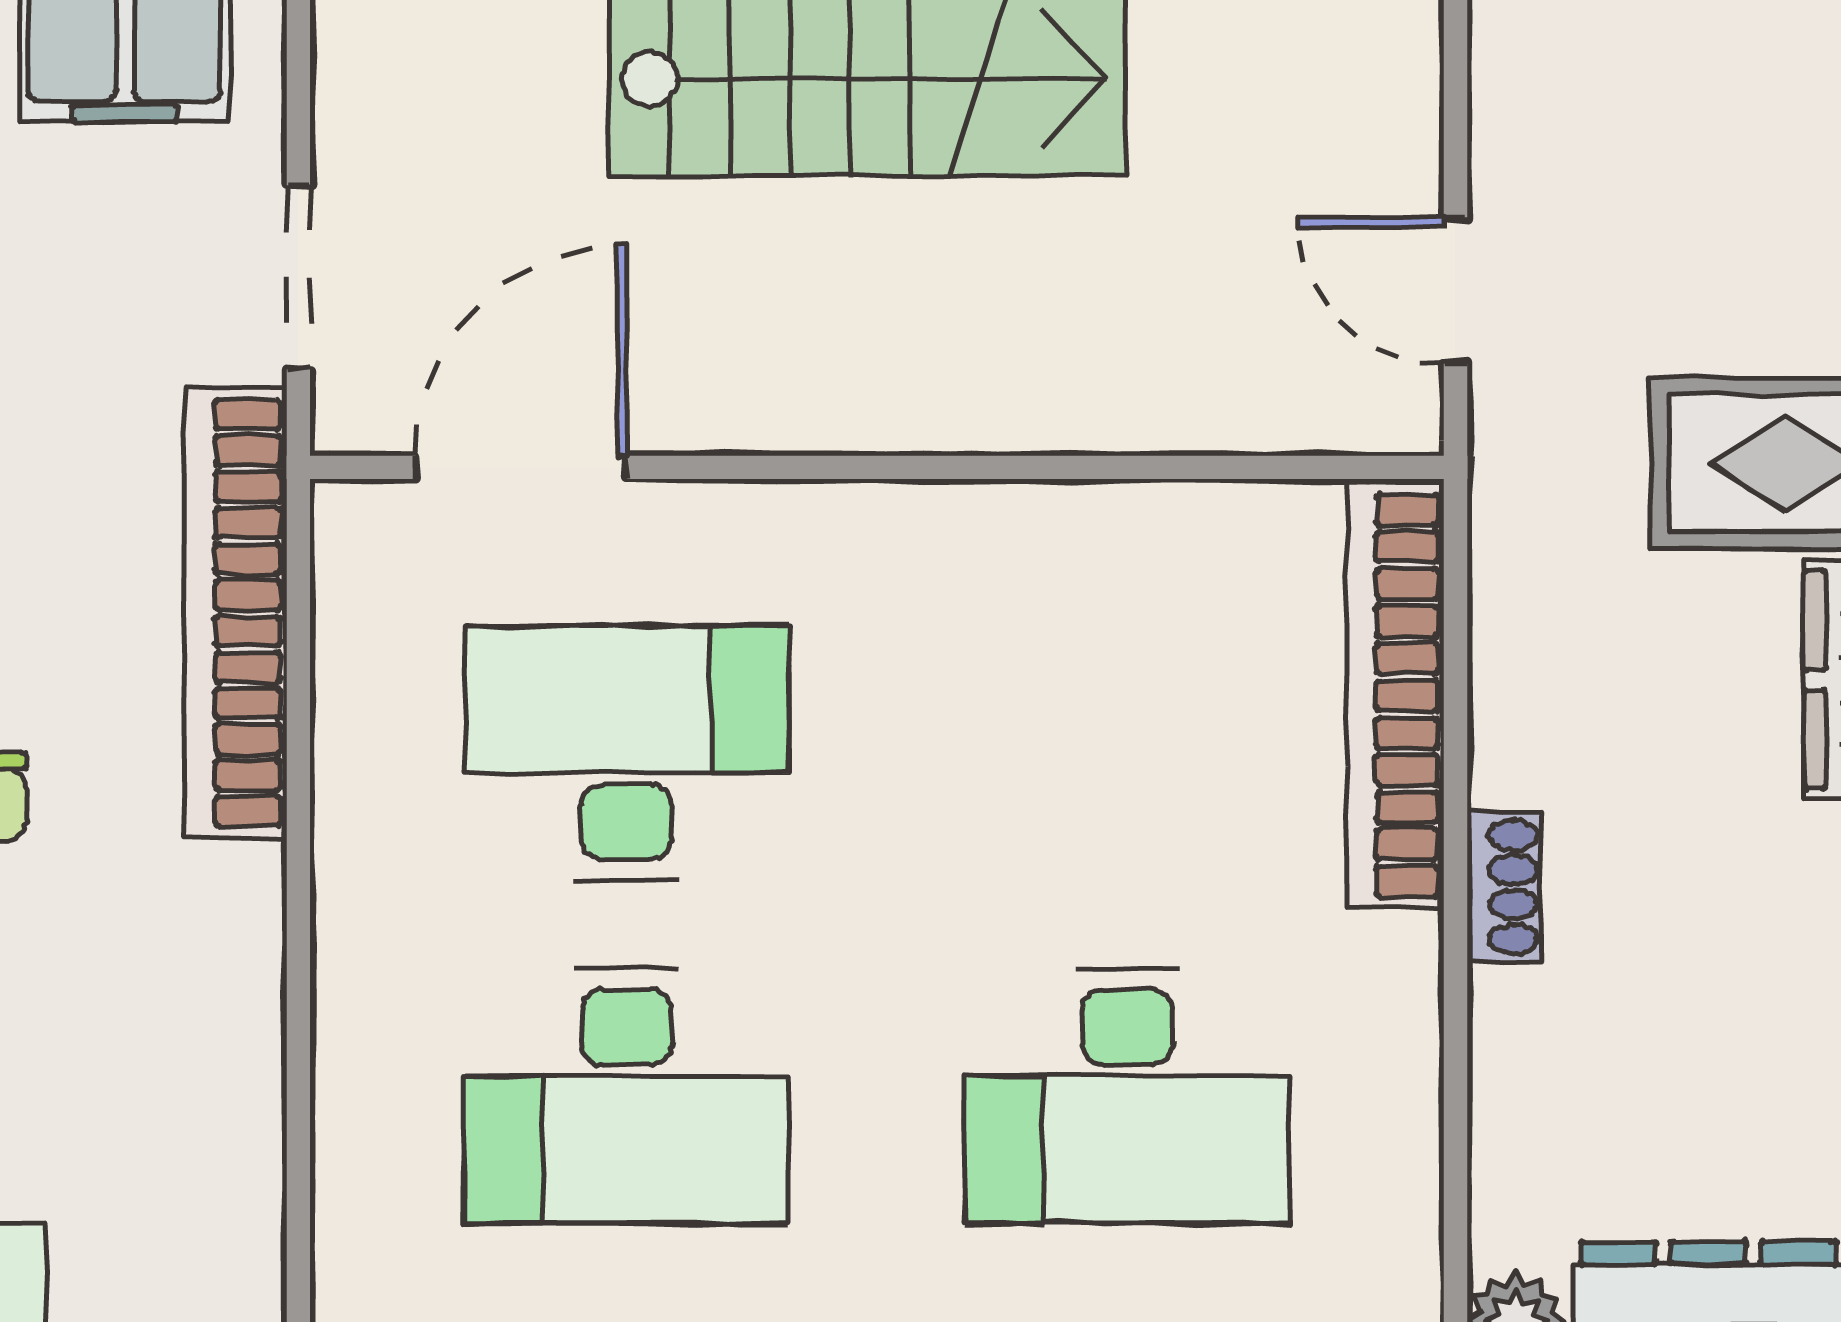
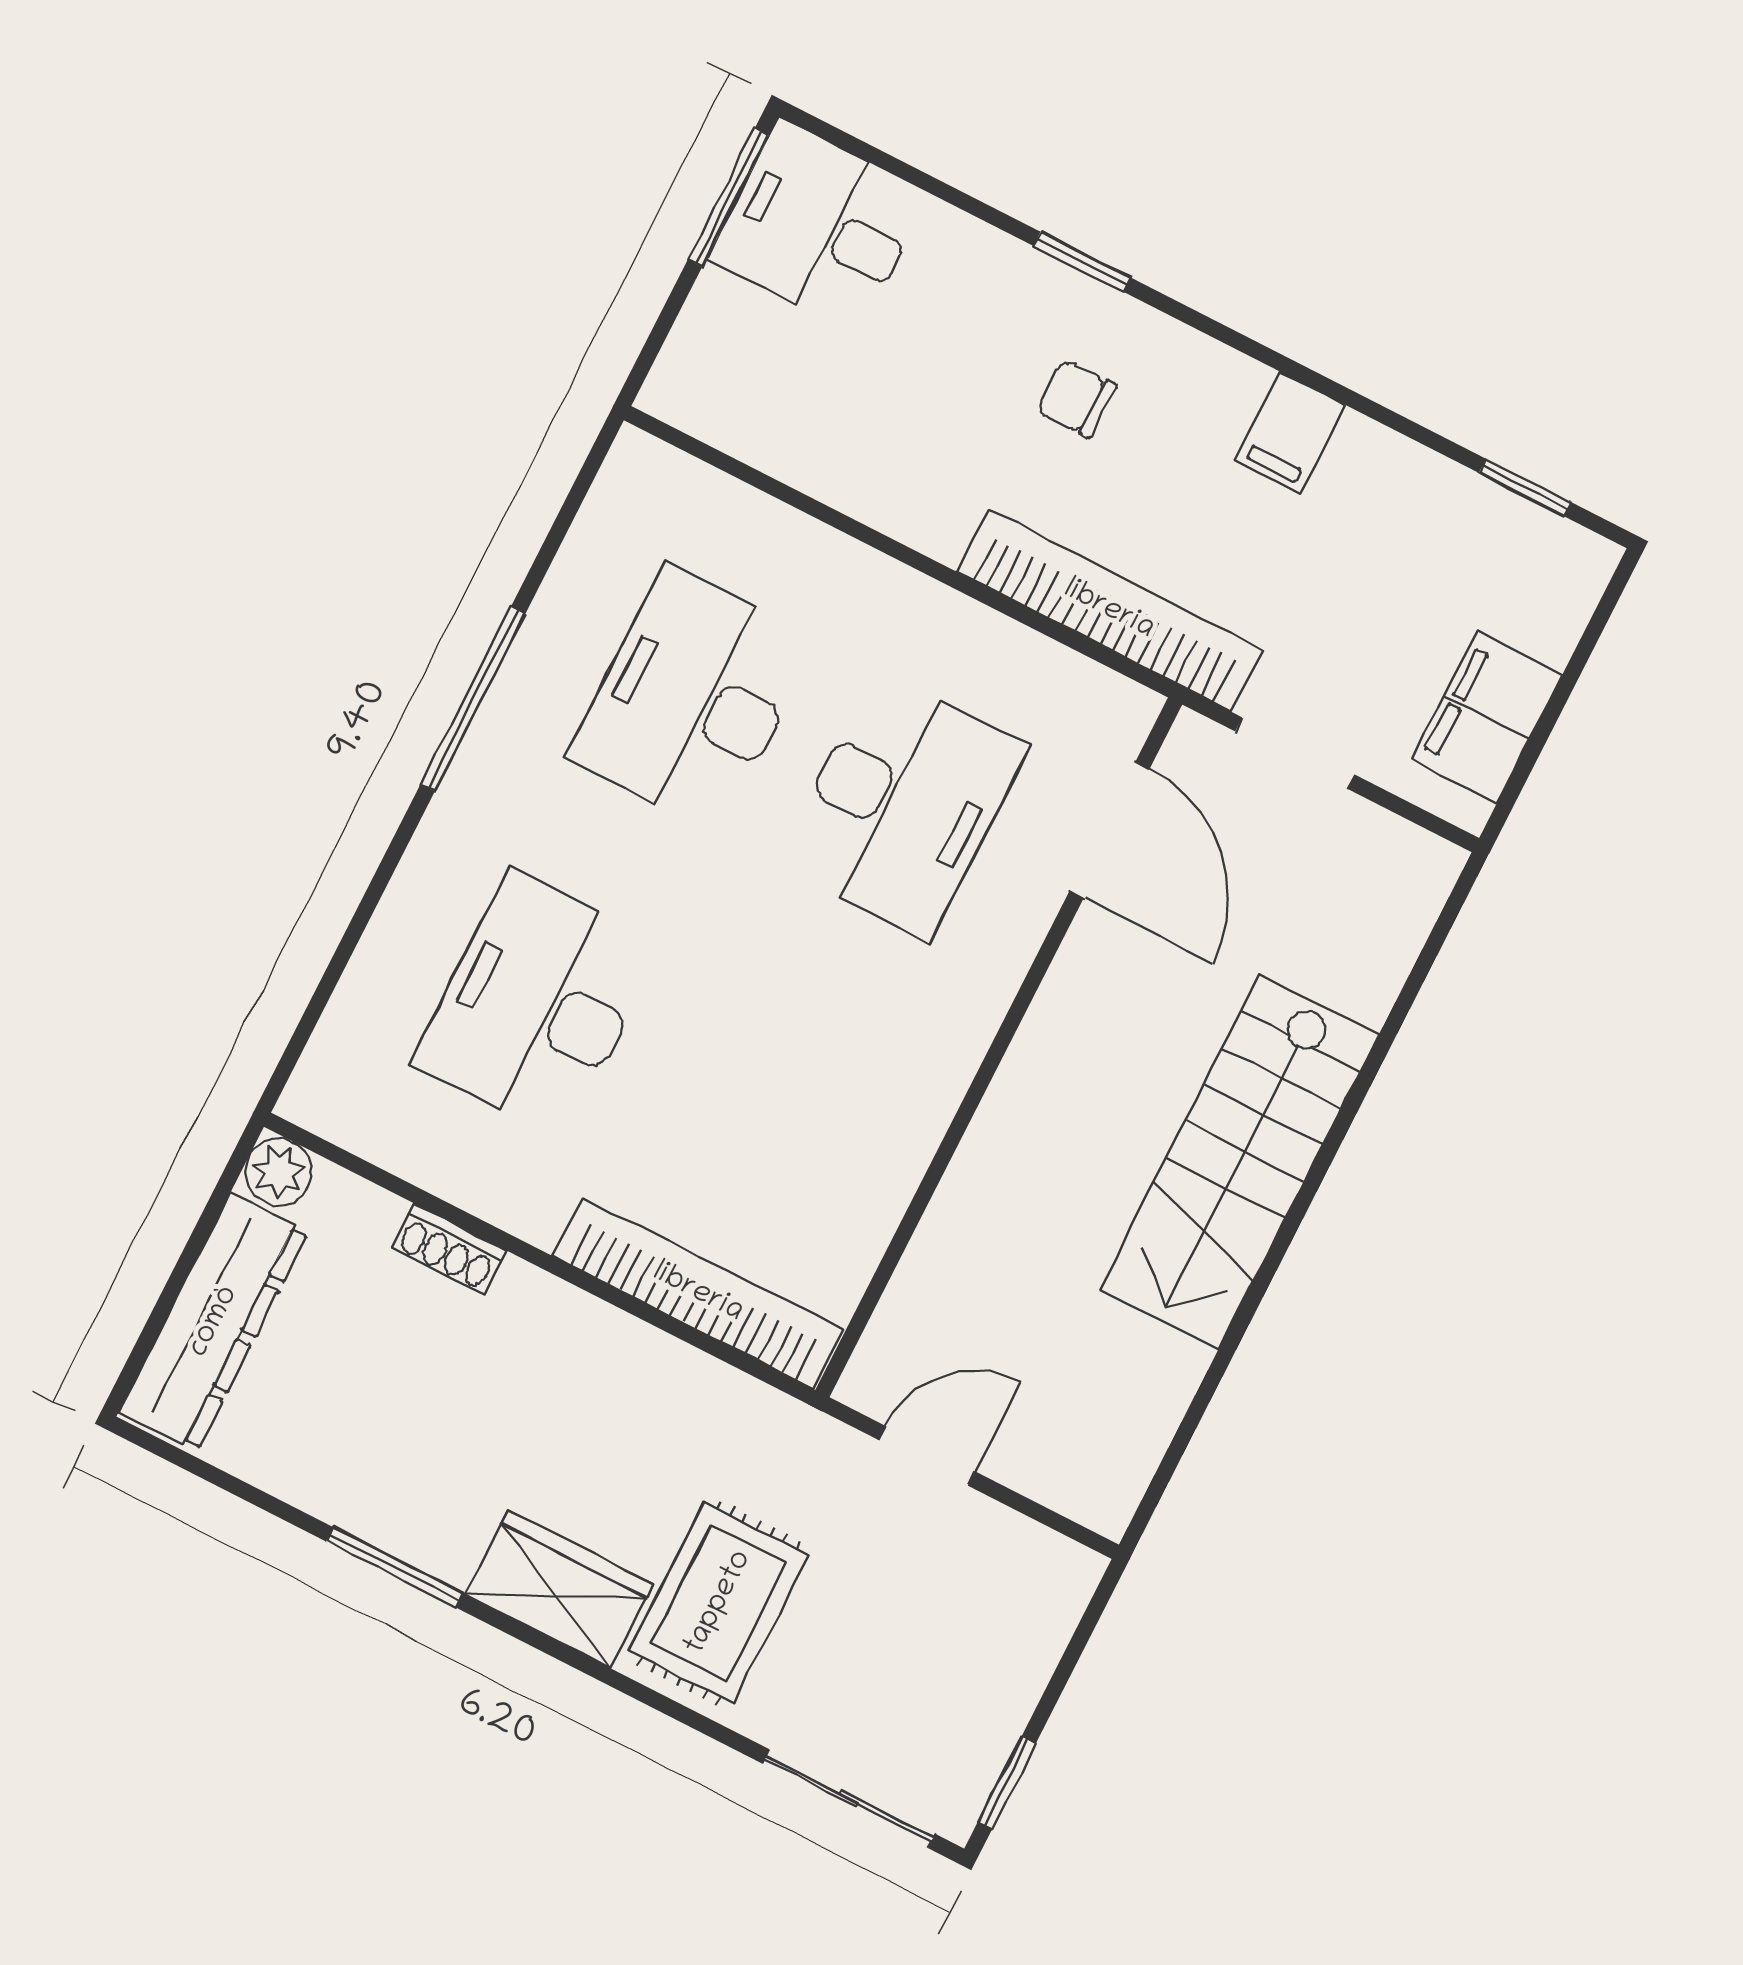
shoe rack: (1504, 887) -> (449, 1249), moved

